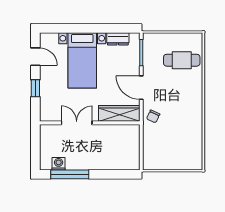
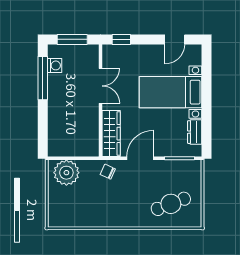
cafe table: (182, 60) -> (171, 204), turned 69
window: (35, 88) -> (121, 39), moved
window: (35, 148) -> (72, 39), added
plant: (154, 153) -> (66, 173), added

